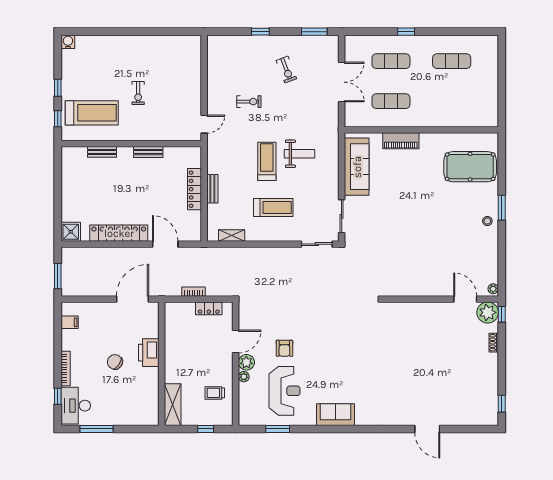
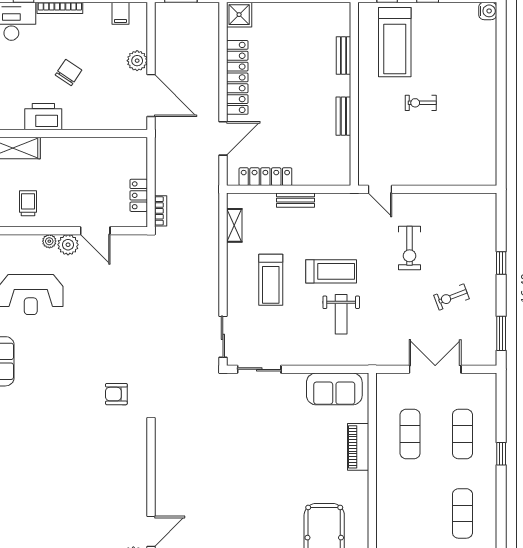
double door: (342, 82) -> (435, 369), swing flipped
exercise bike: (249, 102) -> (409, 248), width x1.38, depth x1.39
sofa: (357, 167) -> (334, 389), width x0.73
locker: (195, 189) -> (265, 177), moved
bookcase: (194, 292) -> (161, 211), moved
plant: (106, 310) -> (137, 61), added
armchair: (284, 348) -> (116, 394), moved
printer: (149, 353) -> (43, 117), moved

